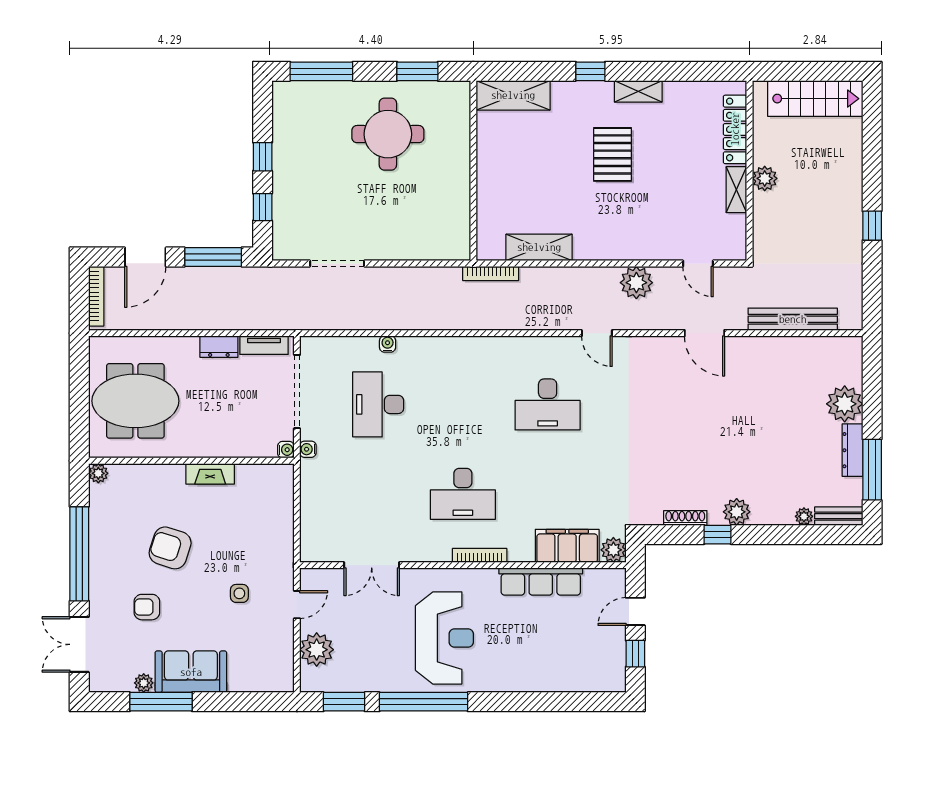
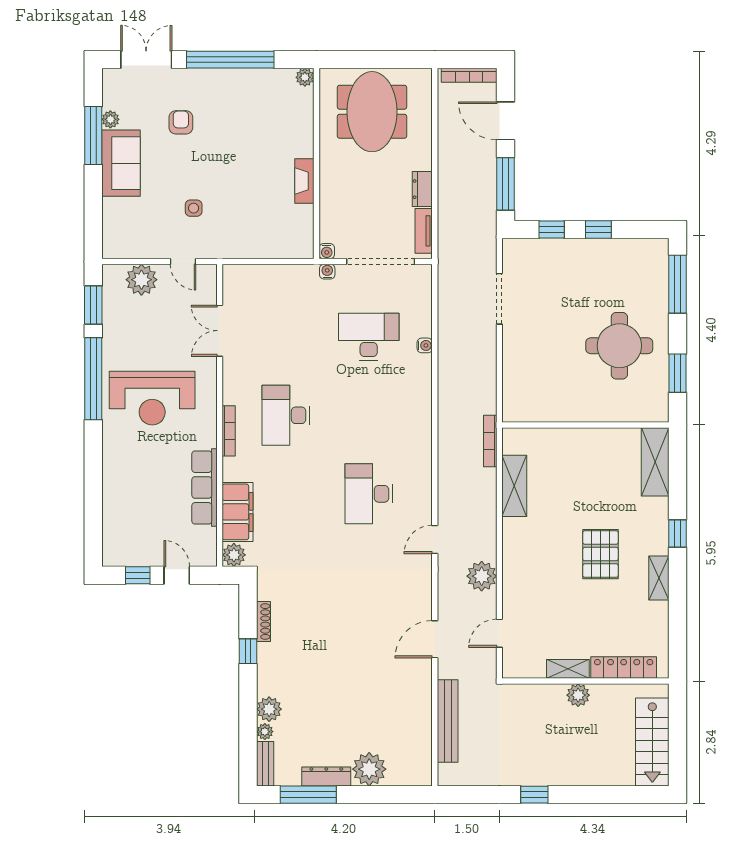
pallet: (613, 154) -> (600, 554), turned 90
plant: (737, 512) -> (269, 709), moved
armchair: (170, 548) -> (236, 144), removed

